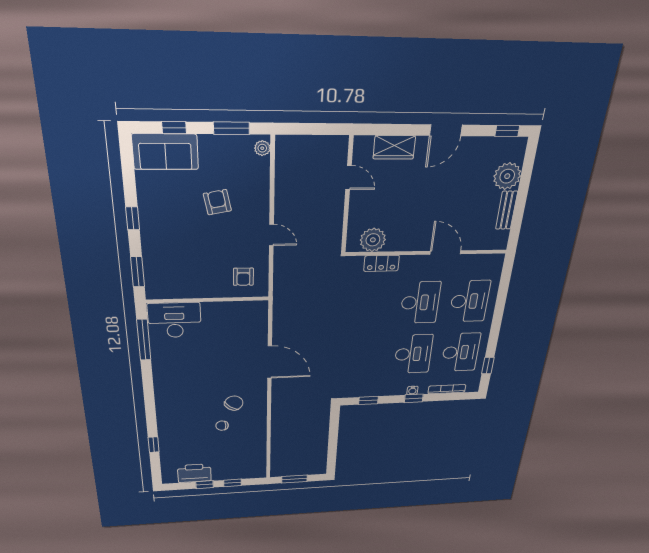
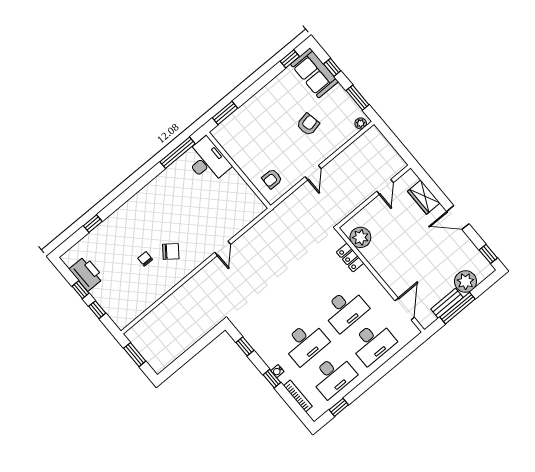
window: (520, 204) -> (457, 308), added
window: (133, 218) -> (290, 59), moved
door: (445, 252) -> (405, 309), moved
door: (270, 362) -> (223, 248), width x0.53

